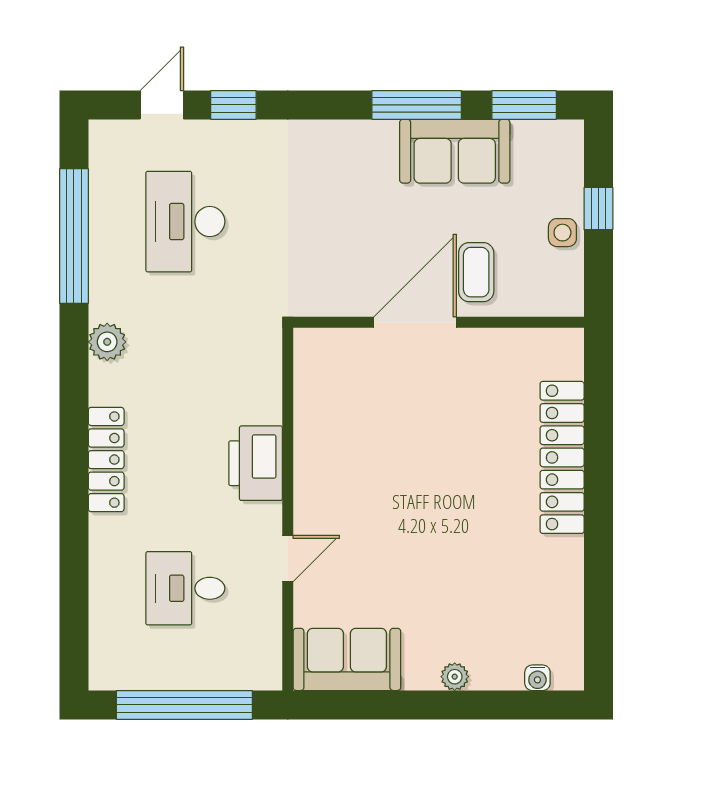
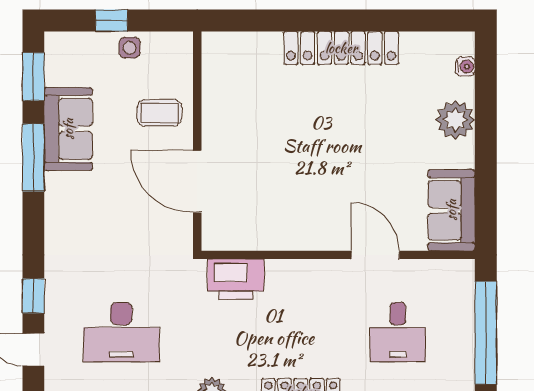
door: (415, 322) -> (197, 182), moved
locker: (562, 457) -> (341, 48), moved
printer: (256, 463) -> (236, 279), moved
door: (288, 558) -> (375, 255), width x1.38
plant: (455, 677) -> (455, 120), width x1.88, depth x1.88

